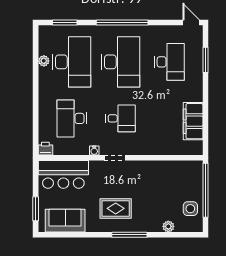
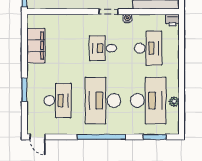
window: (205, 60) -> (24, 90), moved
desk: (72, 62) -> (148, 100), turned 180
desk: (169, 62) -> (58, 100), turned 180

